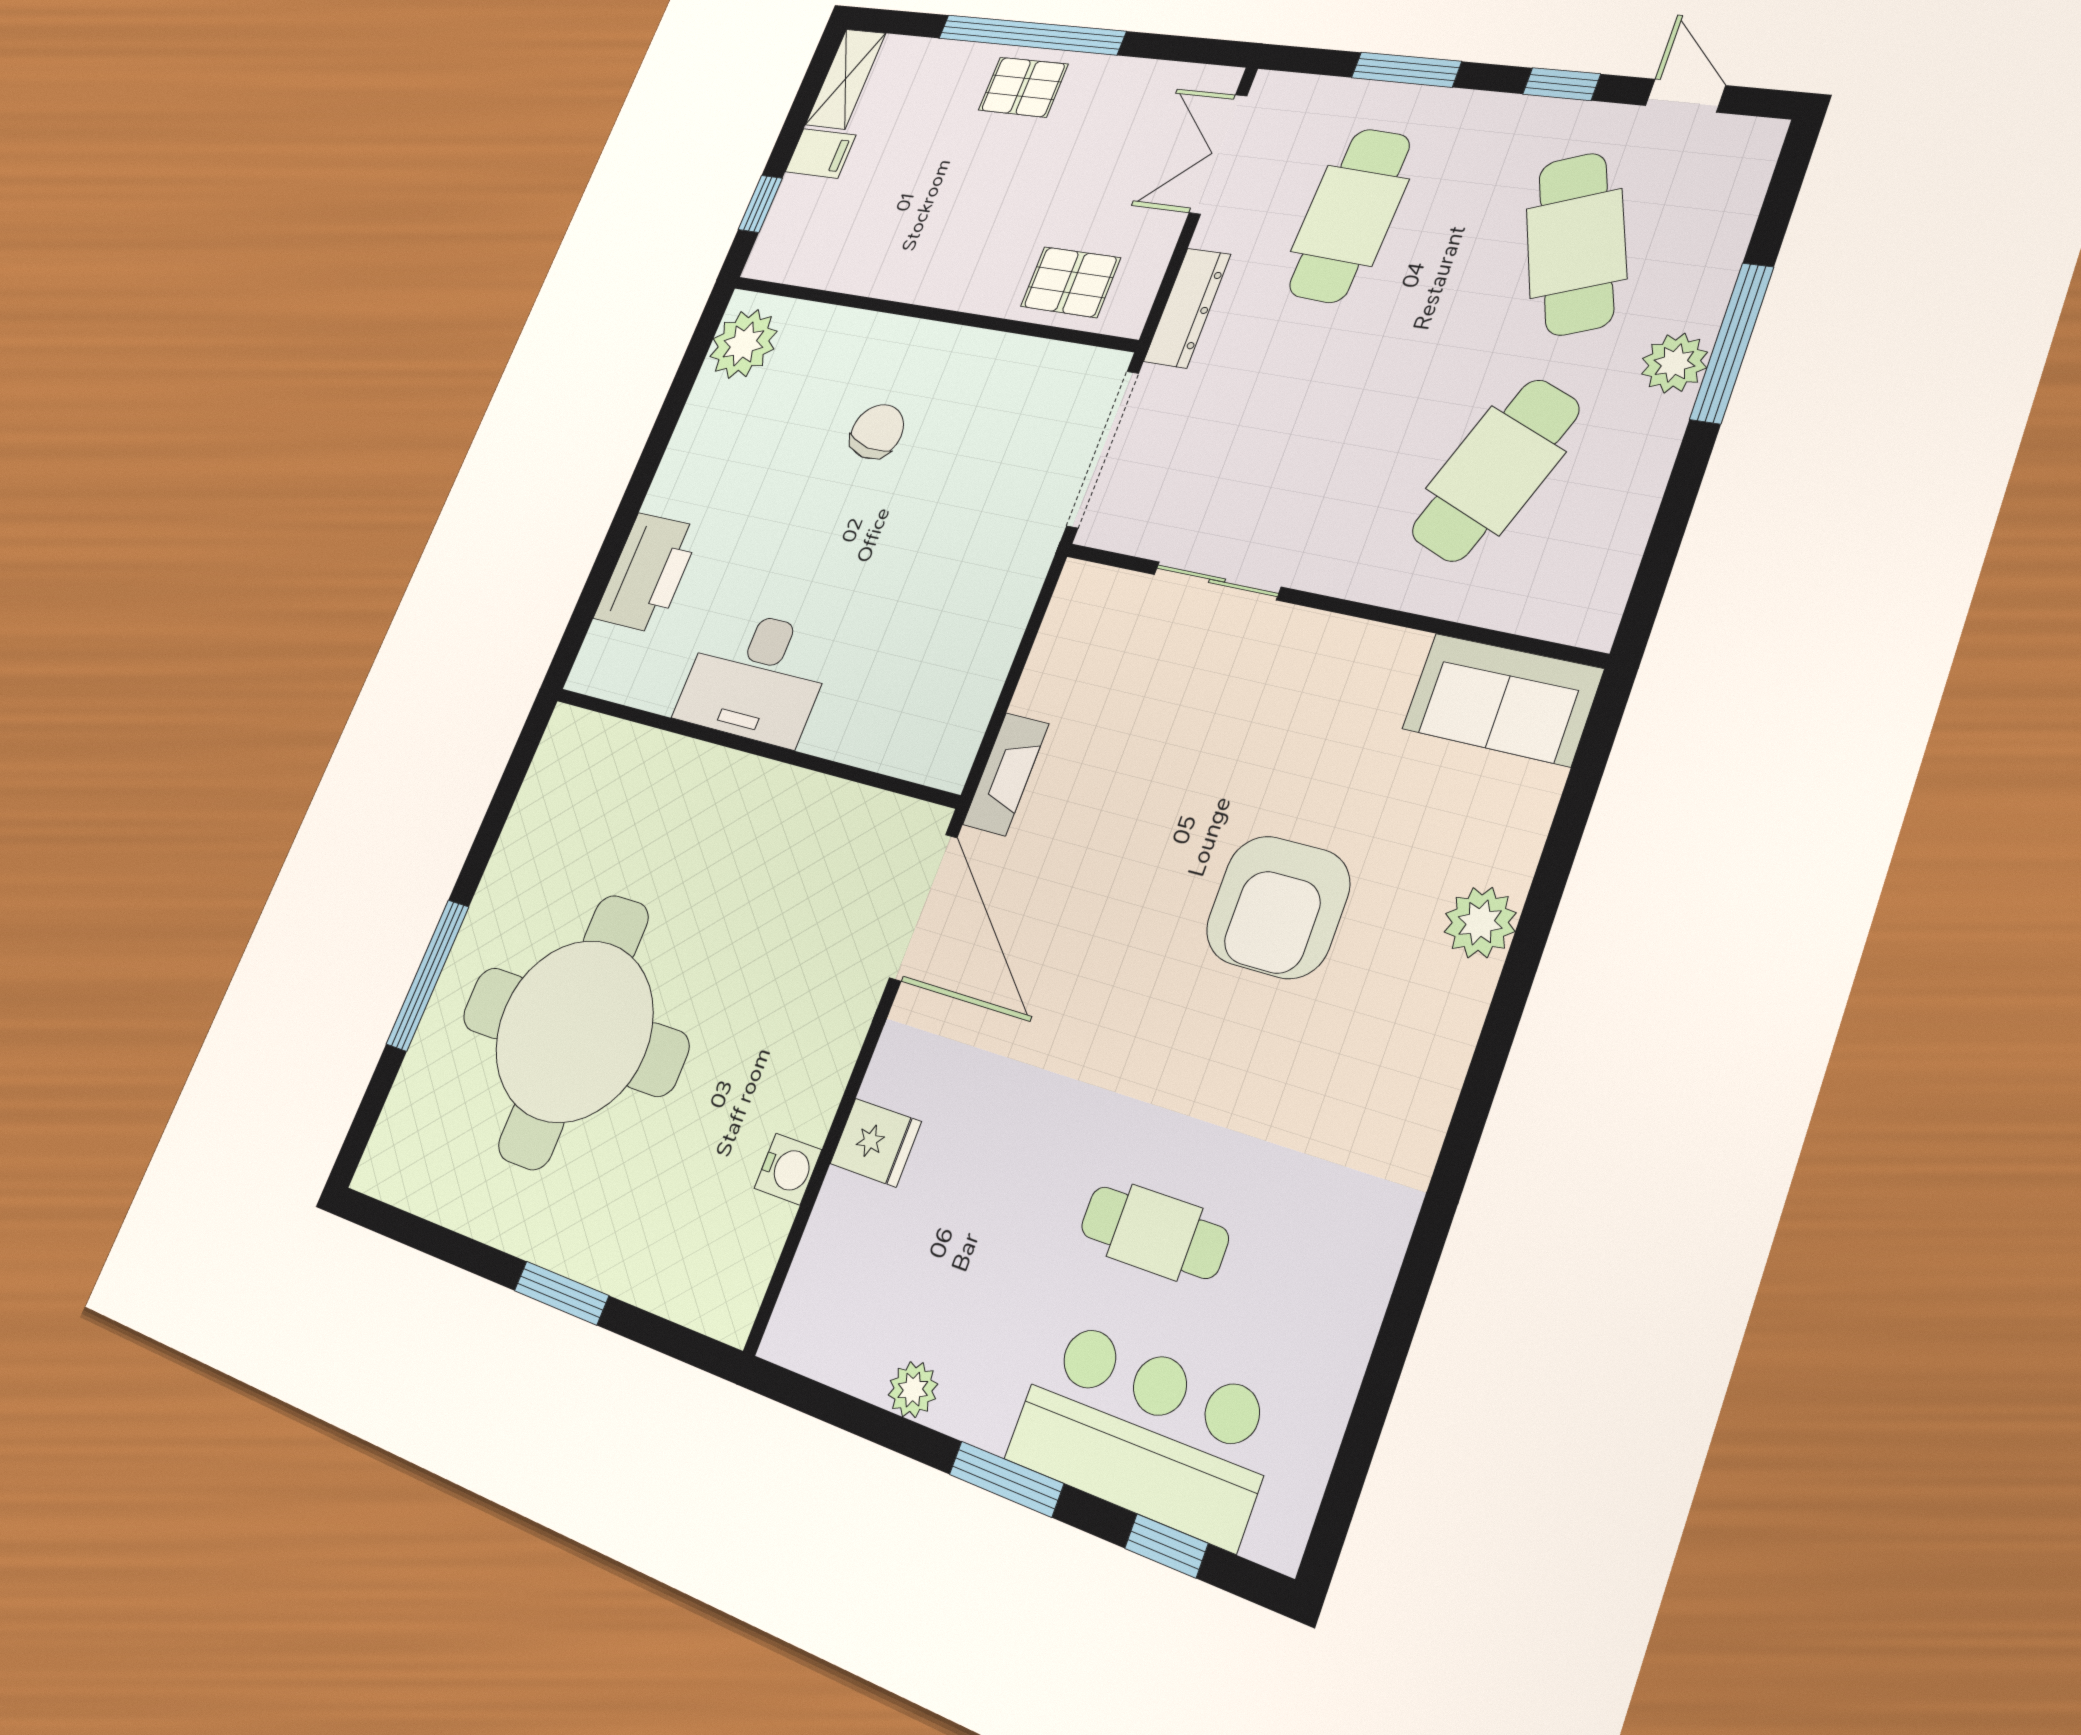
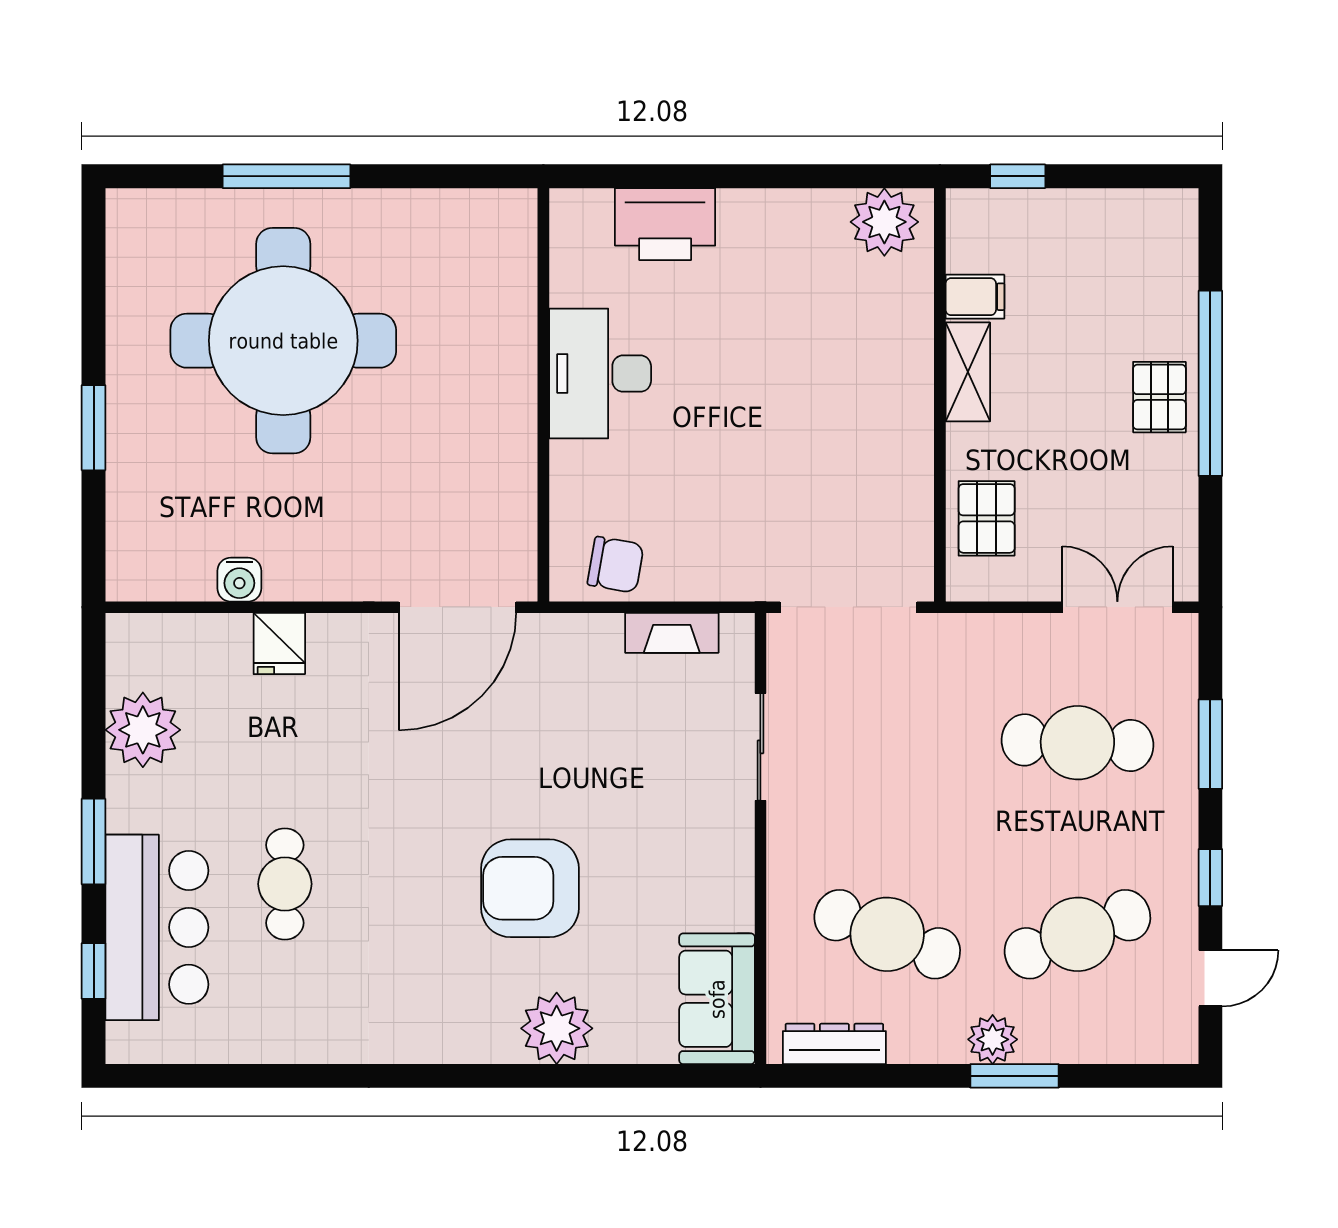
shelving: (846, 79) -> (968, 372), moved, turned 90
filing cabinet: (820, 153) -> (975, 297), moved, turned -90
dresser: (1187, 308) -> (834, 1044), moved, turned 180
window: (1732, 343) -> (1015, 1076), width x0.69
chair: (877, 432) -> (616, 565), moved
fireplace: (1006, 774) -> (672, 633), moved
plant: (1480, 922) -> (557, 1028), width x1.36, depth x1.36
plant: (913, 1390) -> (143, 730), width x1.88, depth x1.88

